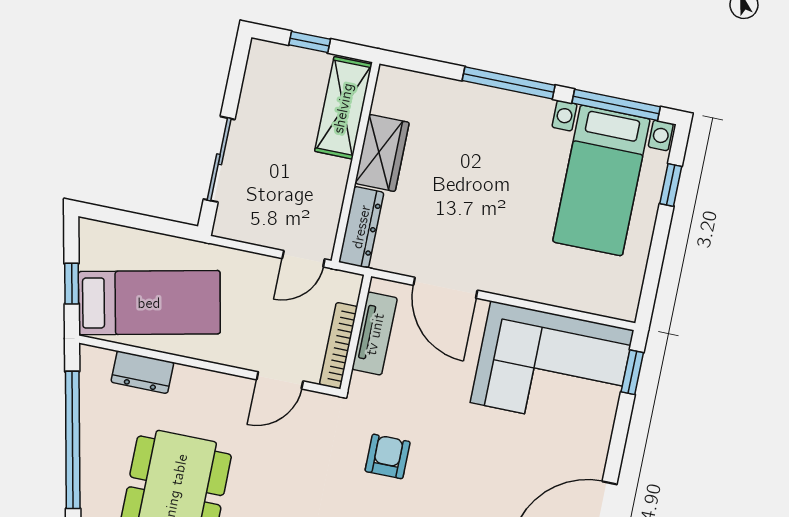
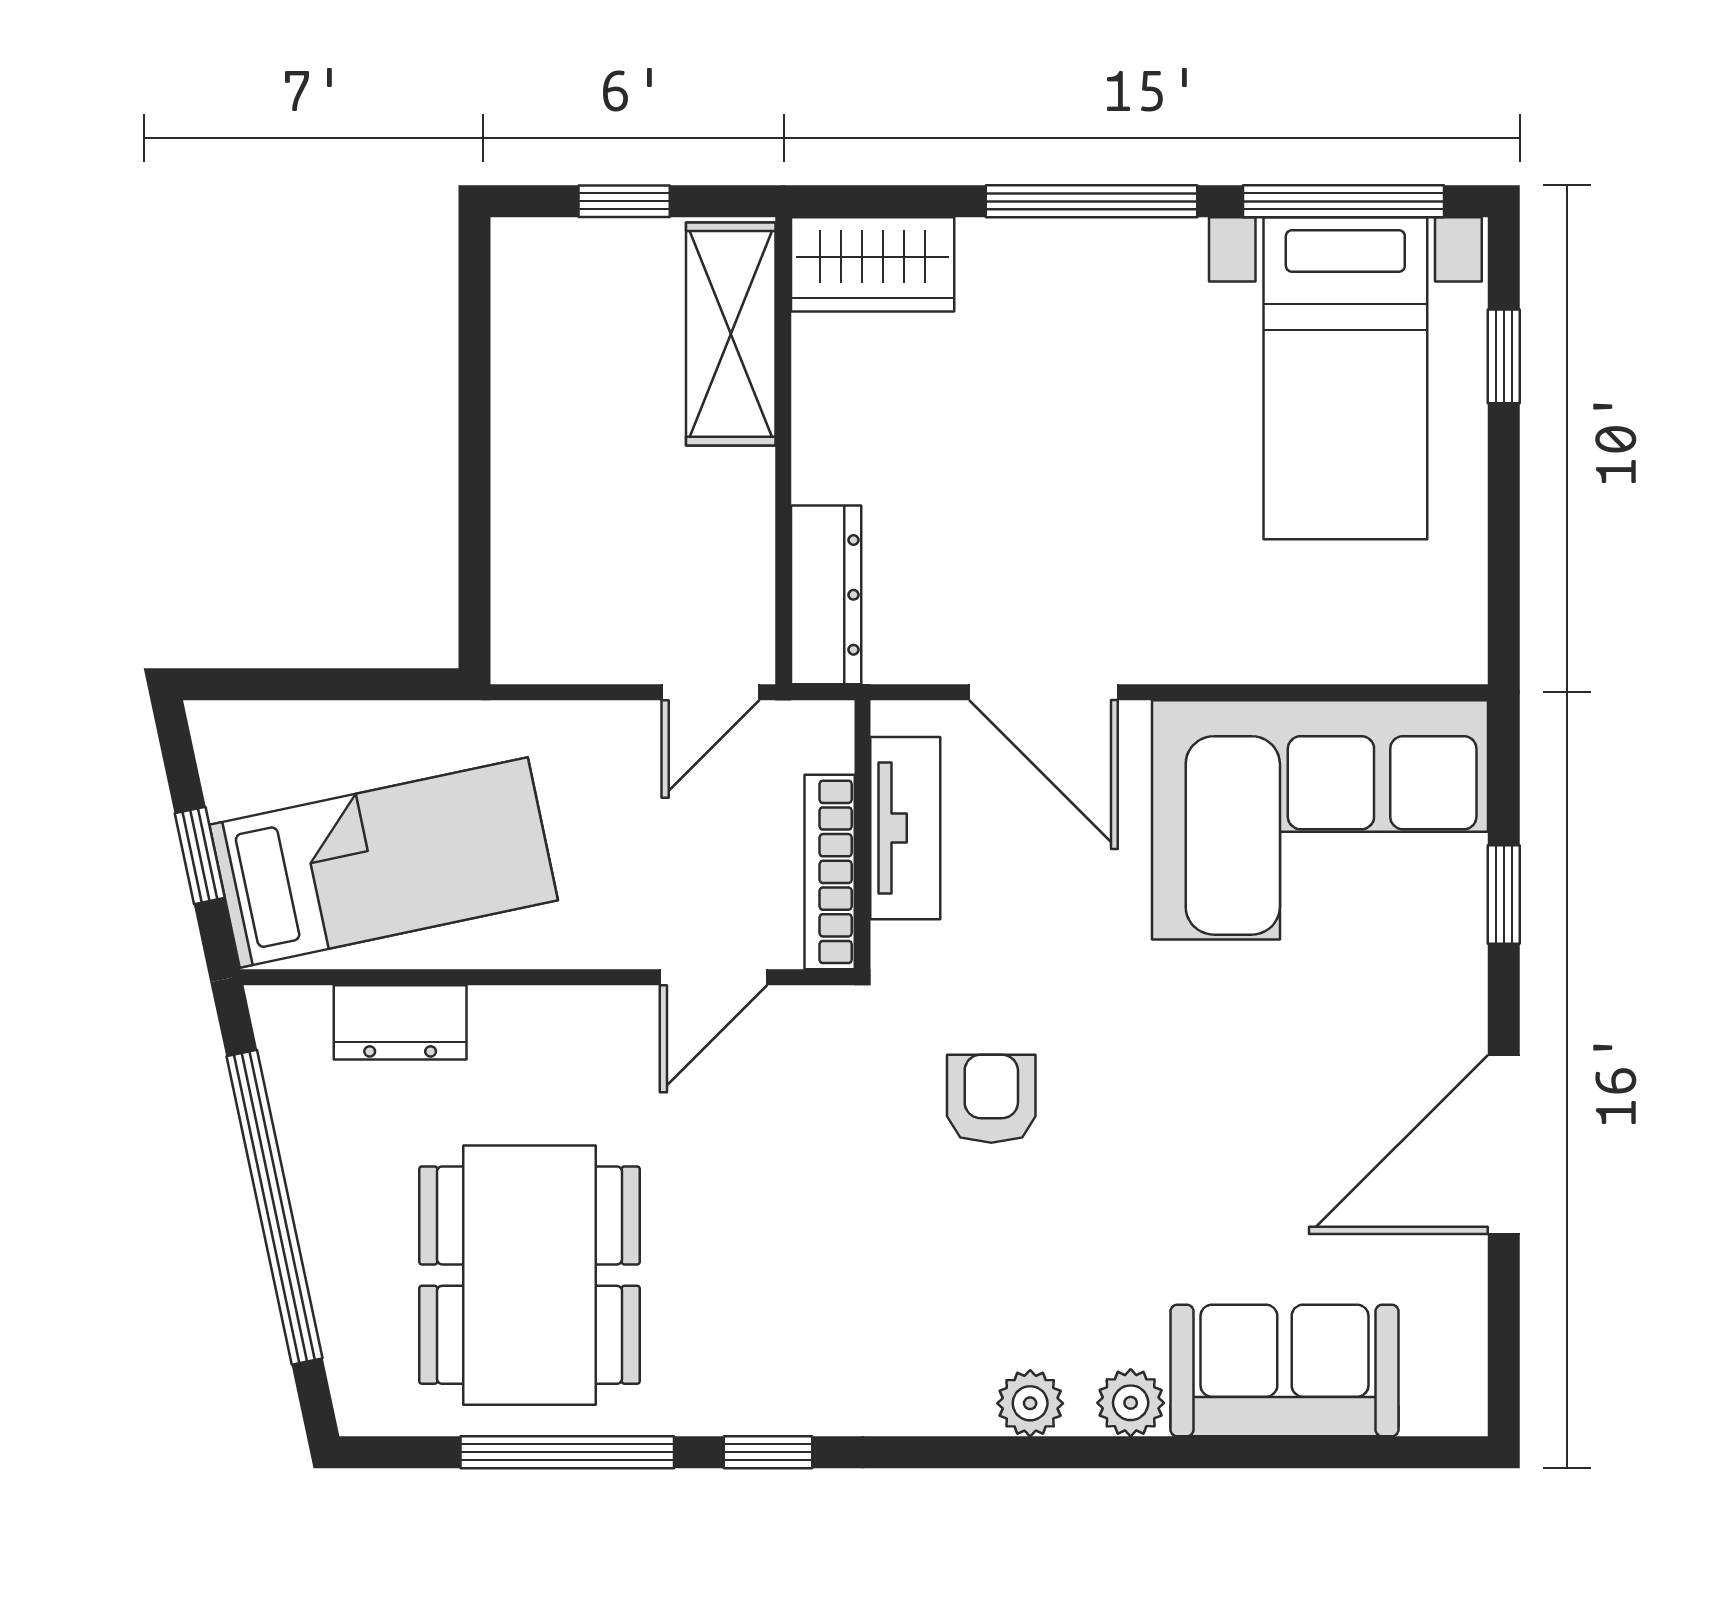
wardrobe: (382, 153) -> (873, 264), moved, turned 90
sliding door: (219, 159) -> (475, 507), removed
window: (632, 372) -> (1504, 895), moved

